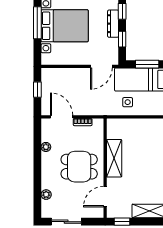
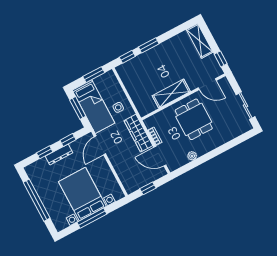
door: (101, 66) -> (100, 145), swing flipped
wardrobe: (94, 108) -> (138, 133), added
door: (62, 117) -> (160, 156), hinge flipped
plant: (46, 195) -> (232, 134), removed

